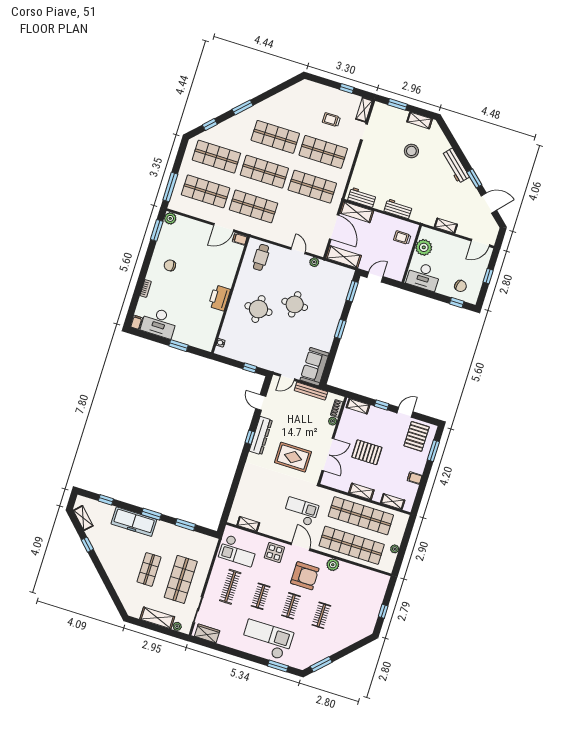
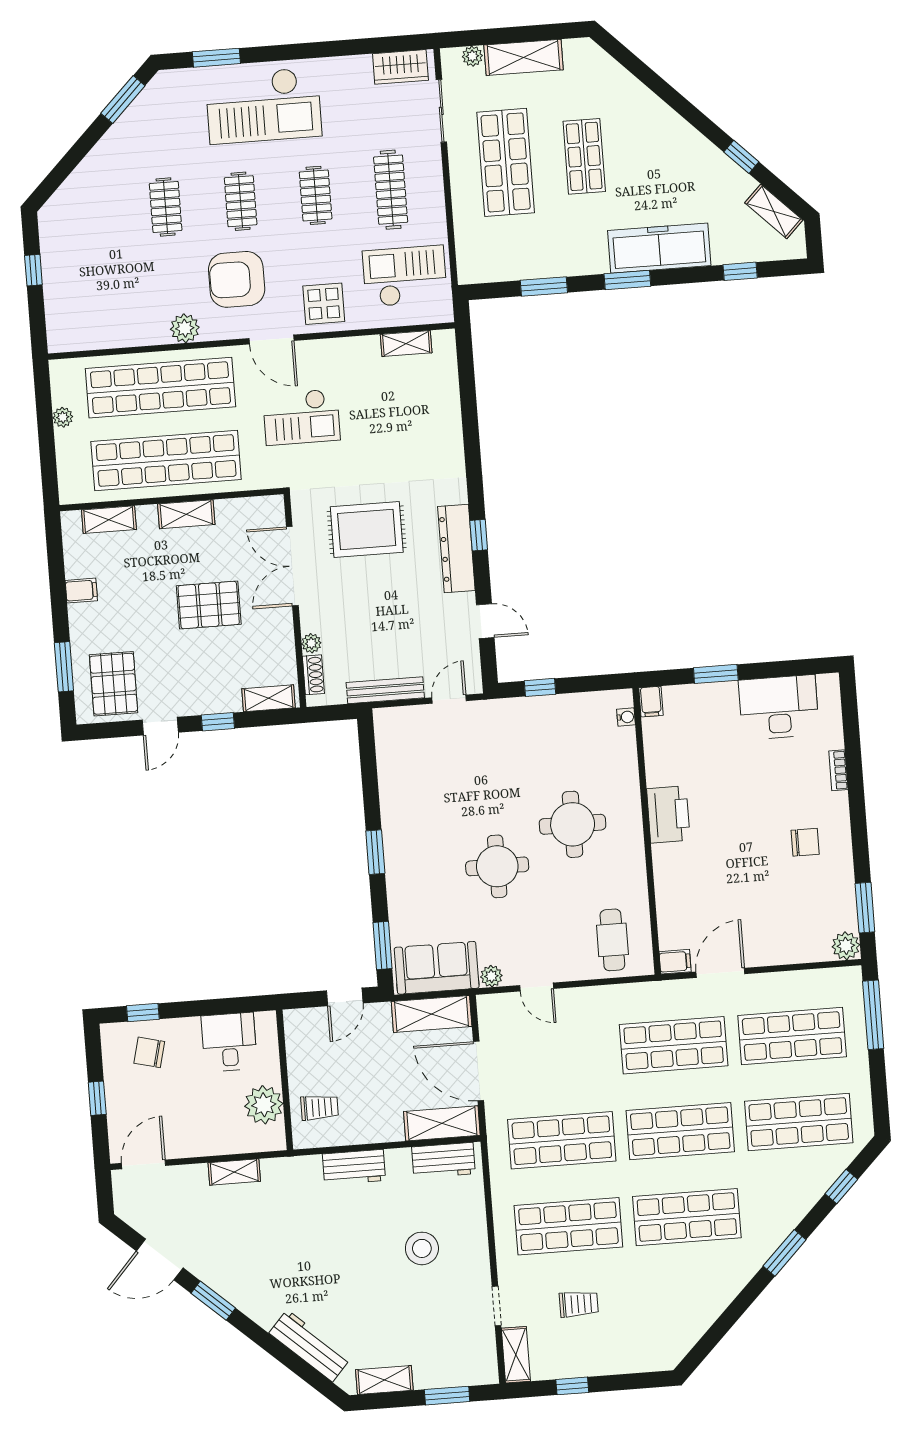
stool: (411, 151) -> (422, 1248), moved
workbench: (456, 166) -> (310, 1346), moved
desk: (424, 276) -> (229, 1042), width x0.73
filing cabinet: (136, 322) -> (651, 702), moved
sofa: (315, 367) -> (437, 968), moved, turned -90

